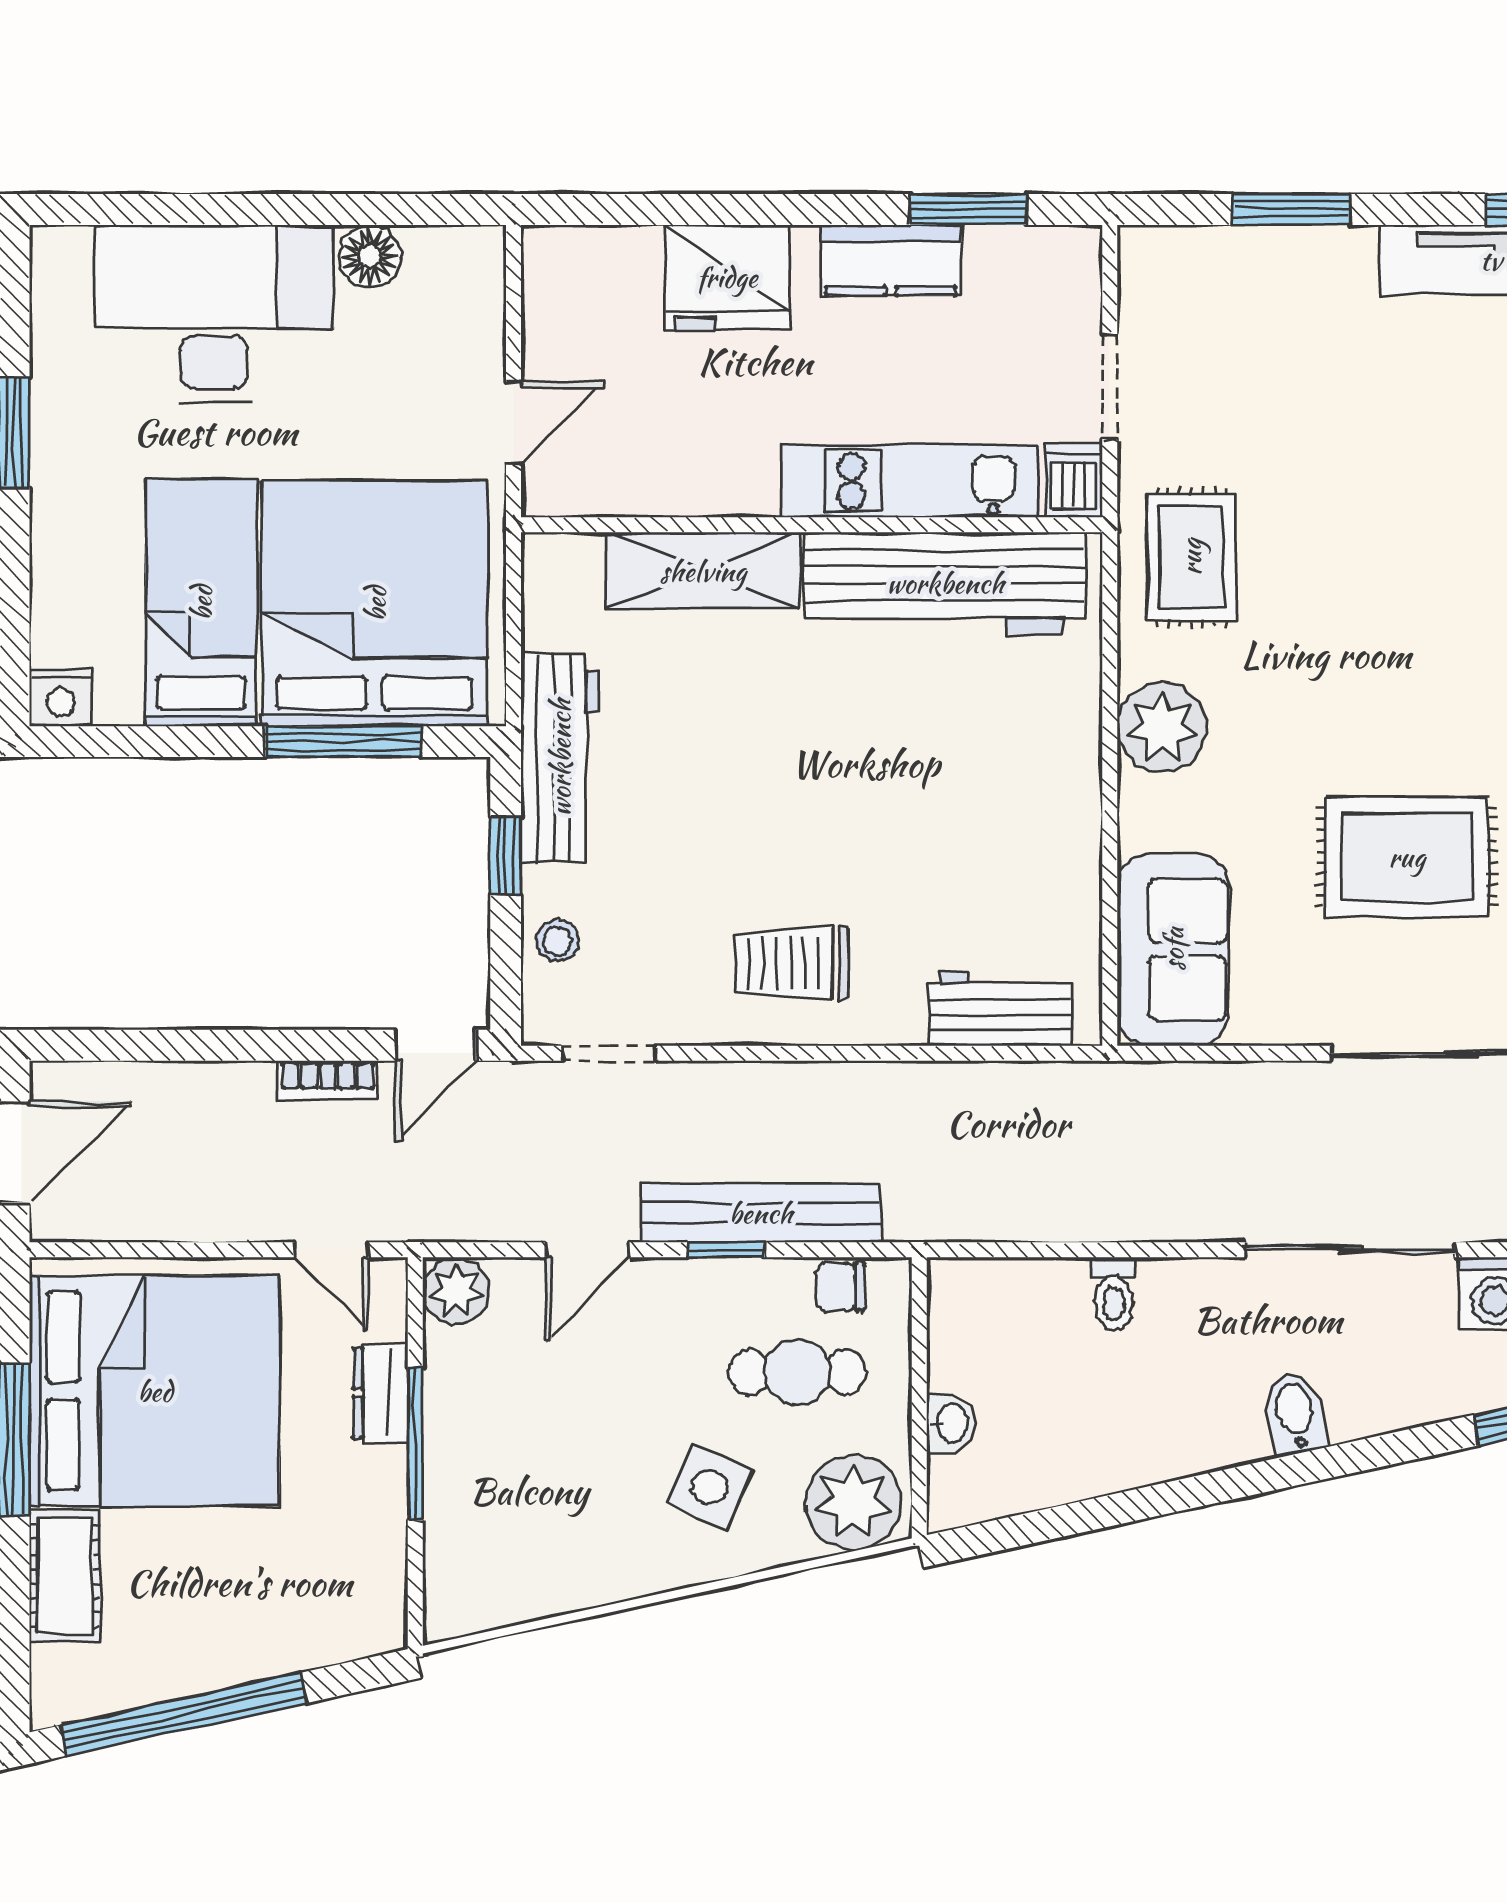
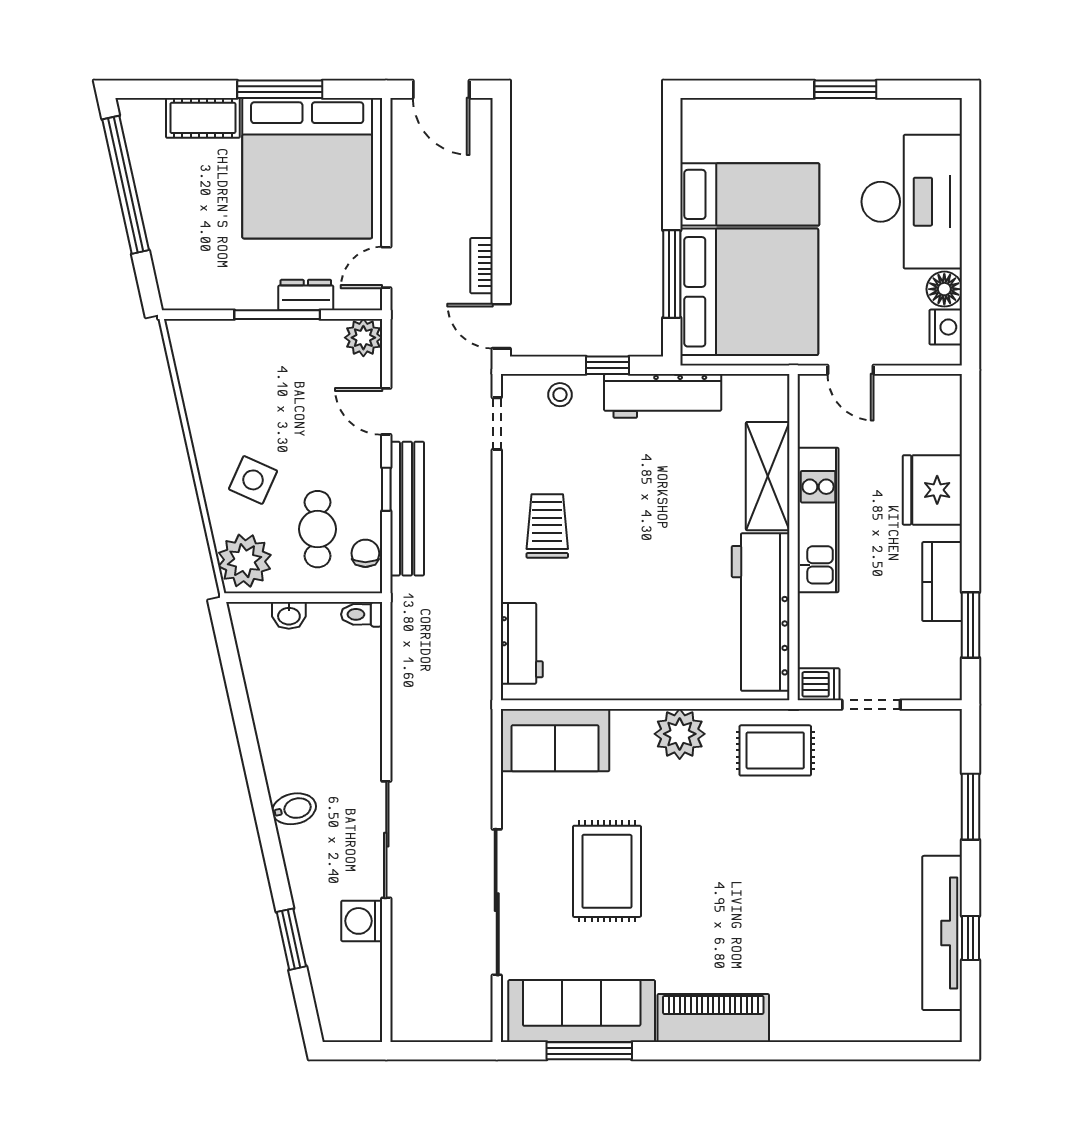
kitchen unit: (911, 481) -> (818, 520), moved
nightstand: (61, 697) -> (946, 327), moved, turned 180
toilet: (1114, 1294) -> (362, 614), moved

